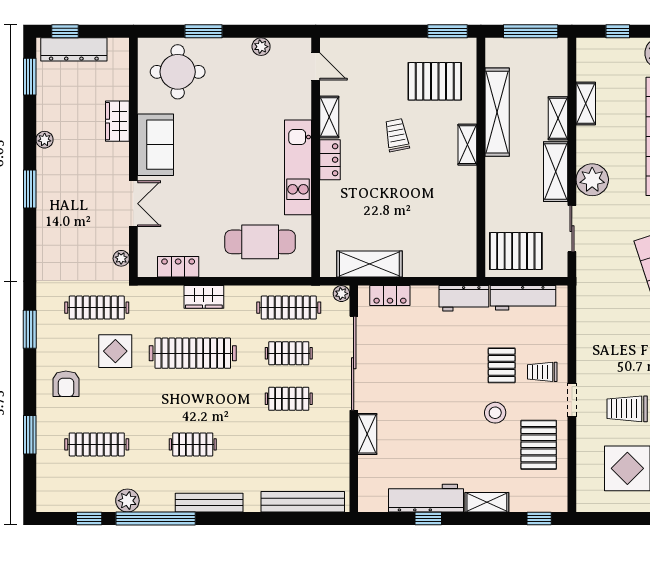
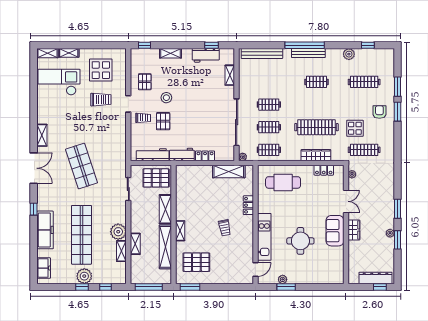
window: (203, 31) -> (286, 287), moved
door: (316, 66) -> (255, 270), swing flipped
round table: (178, 72) -> (300, 241), moved
window: (30, 77) -> (397, 240), moved
shelving: (329, 117) -> (249, 244), removed
wardrobe: (117, 121) -> (354, 230), moved
trolley: (397, 135) -> (225, 228), moved
locker: (330, 160) -> (248, 205), moved
kitchen unit: (298, 167) -> (264, 237), moved
shelving: (556, 172) -> (165, 209), moved
plant: (592, 180) -> (118, 232), moved
double door: (133, 204) -> (346, 201), swing flipped
locker: (390, 296) -> (205, 156), moved
wardrobe: (204, 297) -> (316, 155), width x1.50
clothes rail: (289, 308) -> (269, 150), width x0.73
window: (30, 329) -> (397, 112), moved
shelving: (367, 434) -> (230, 75), moved
pallet: (539, 445) -> (145, 82), width x0.67, depth x0.71
workbench: (426, 498) -> (206, 55), width x0.73
window: (156, 518) -> (305, 45), moved
window: (428, 518) -> (212, 45), moved

